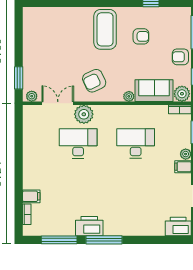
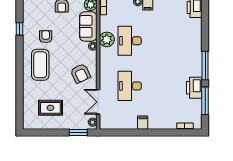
coffee table: (105, 29) -> (40, 65), turned 90
rug: (50, 42) -> (50, 108), added
plant: (84, 114) -> (107, 39), moved
filing cabinet: (31, 196) -> (143, 123), moved
printer: (89, 226) -> (194, 88), moved

